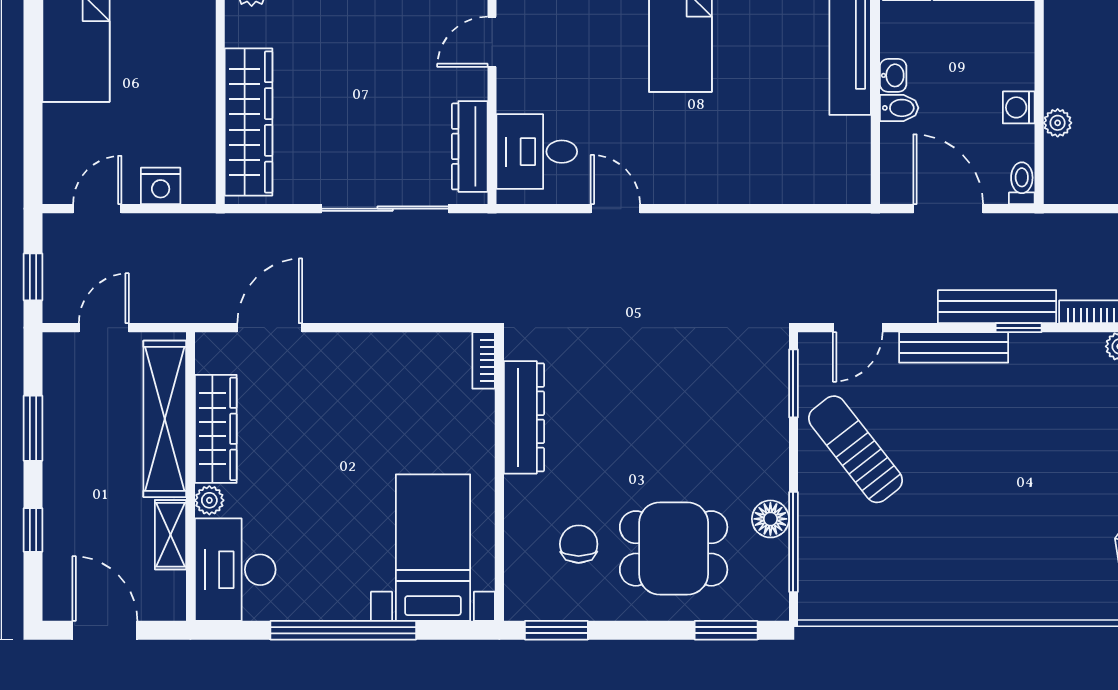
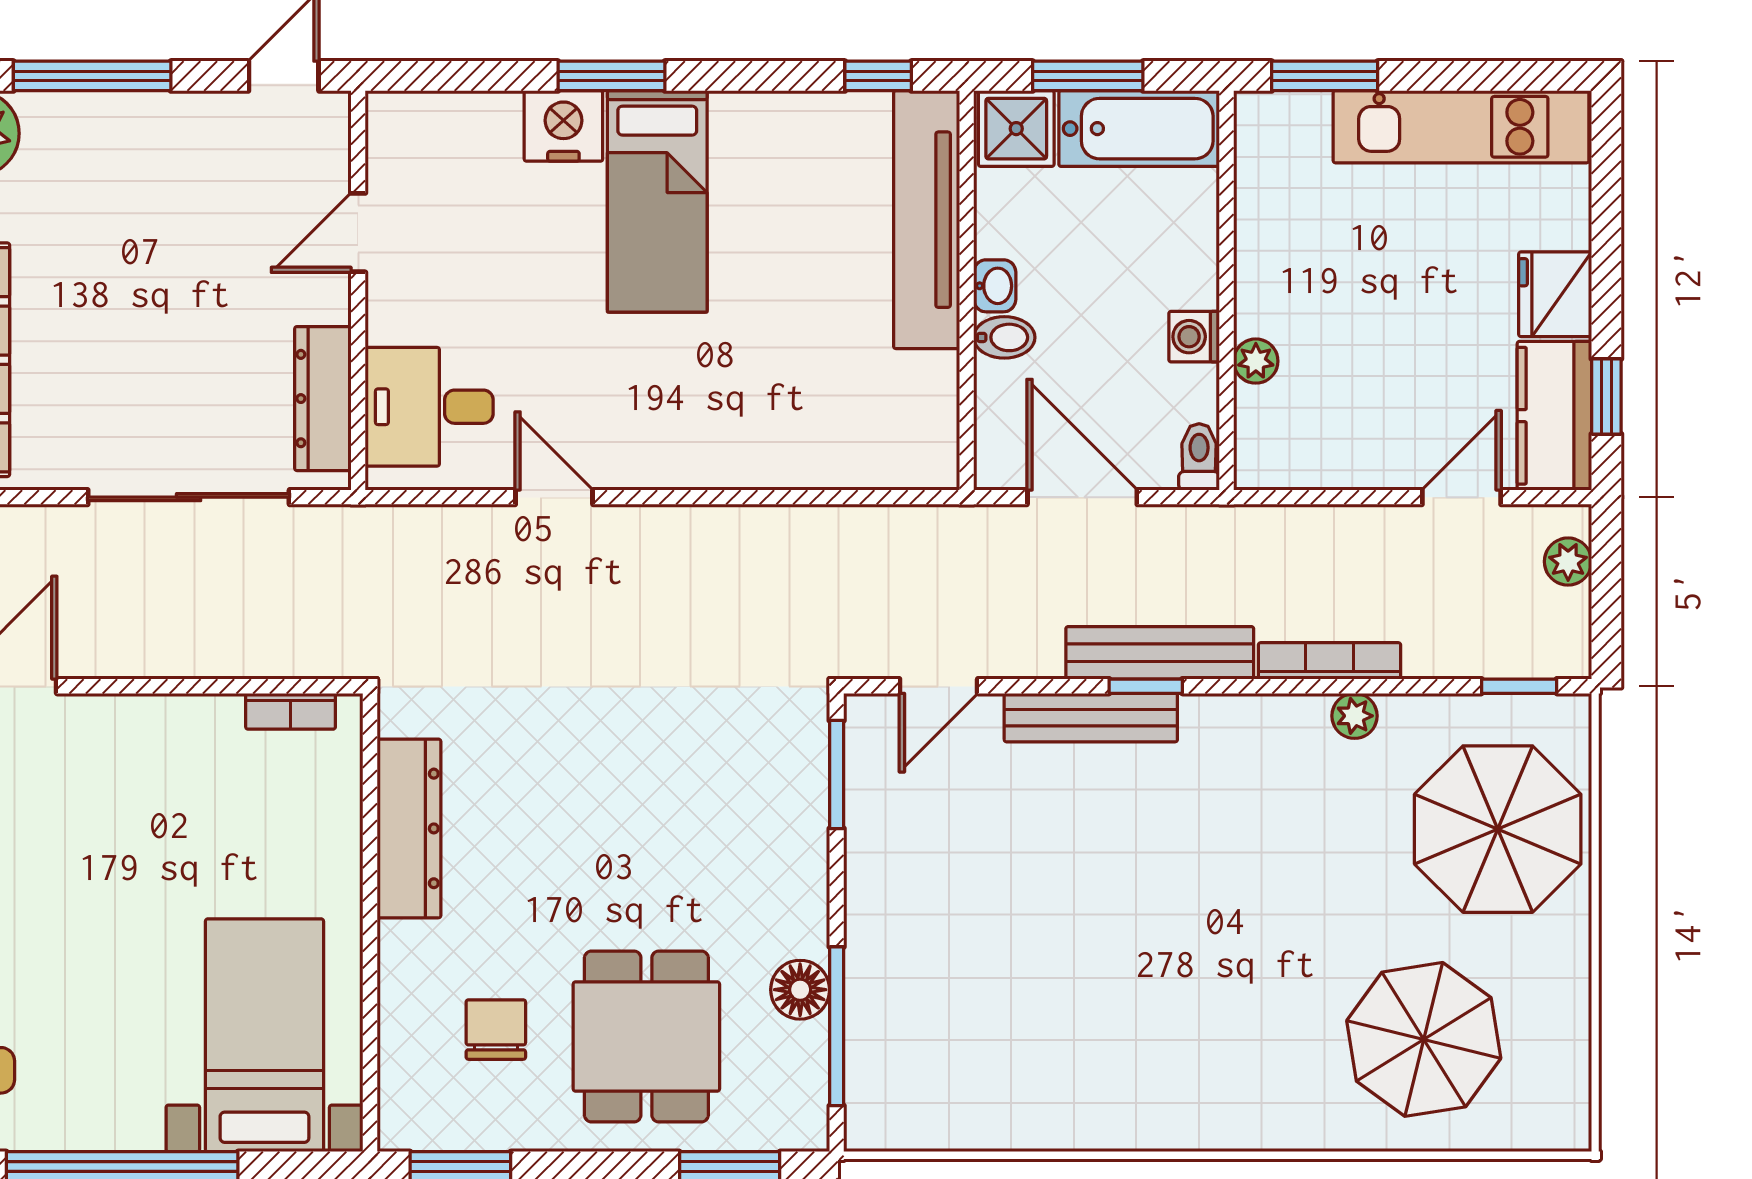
window: (1019, 328) -> (1146, 686), moved
bookcase: (484, 360) -> (291, 711), moved, turned -90
sun lounger: (855, 449) -> (935, 879), removed
dining table: (674, 548) -> (646, 1036), turned 90

